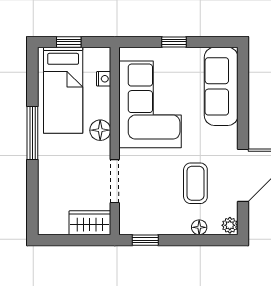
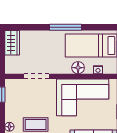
floor lamp: (100, 130) -> (78, 68), moved
wardrobe: (90, 223) -> (12, 43), moved

